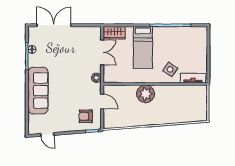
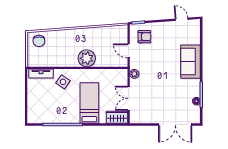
sofa: (38, 91) -> (191, 62), width x0.73
chair: (195, 112) -> (39, 41), added

